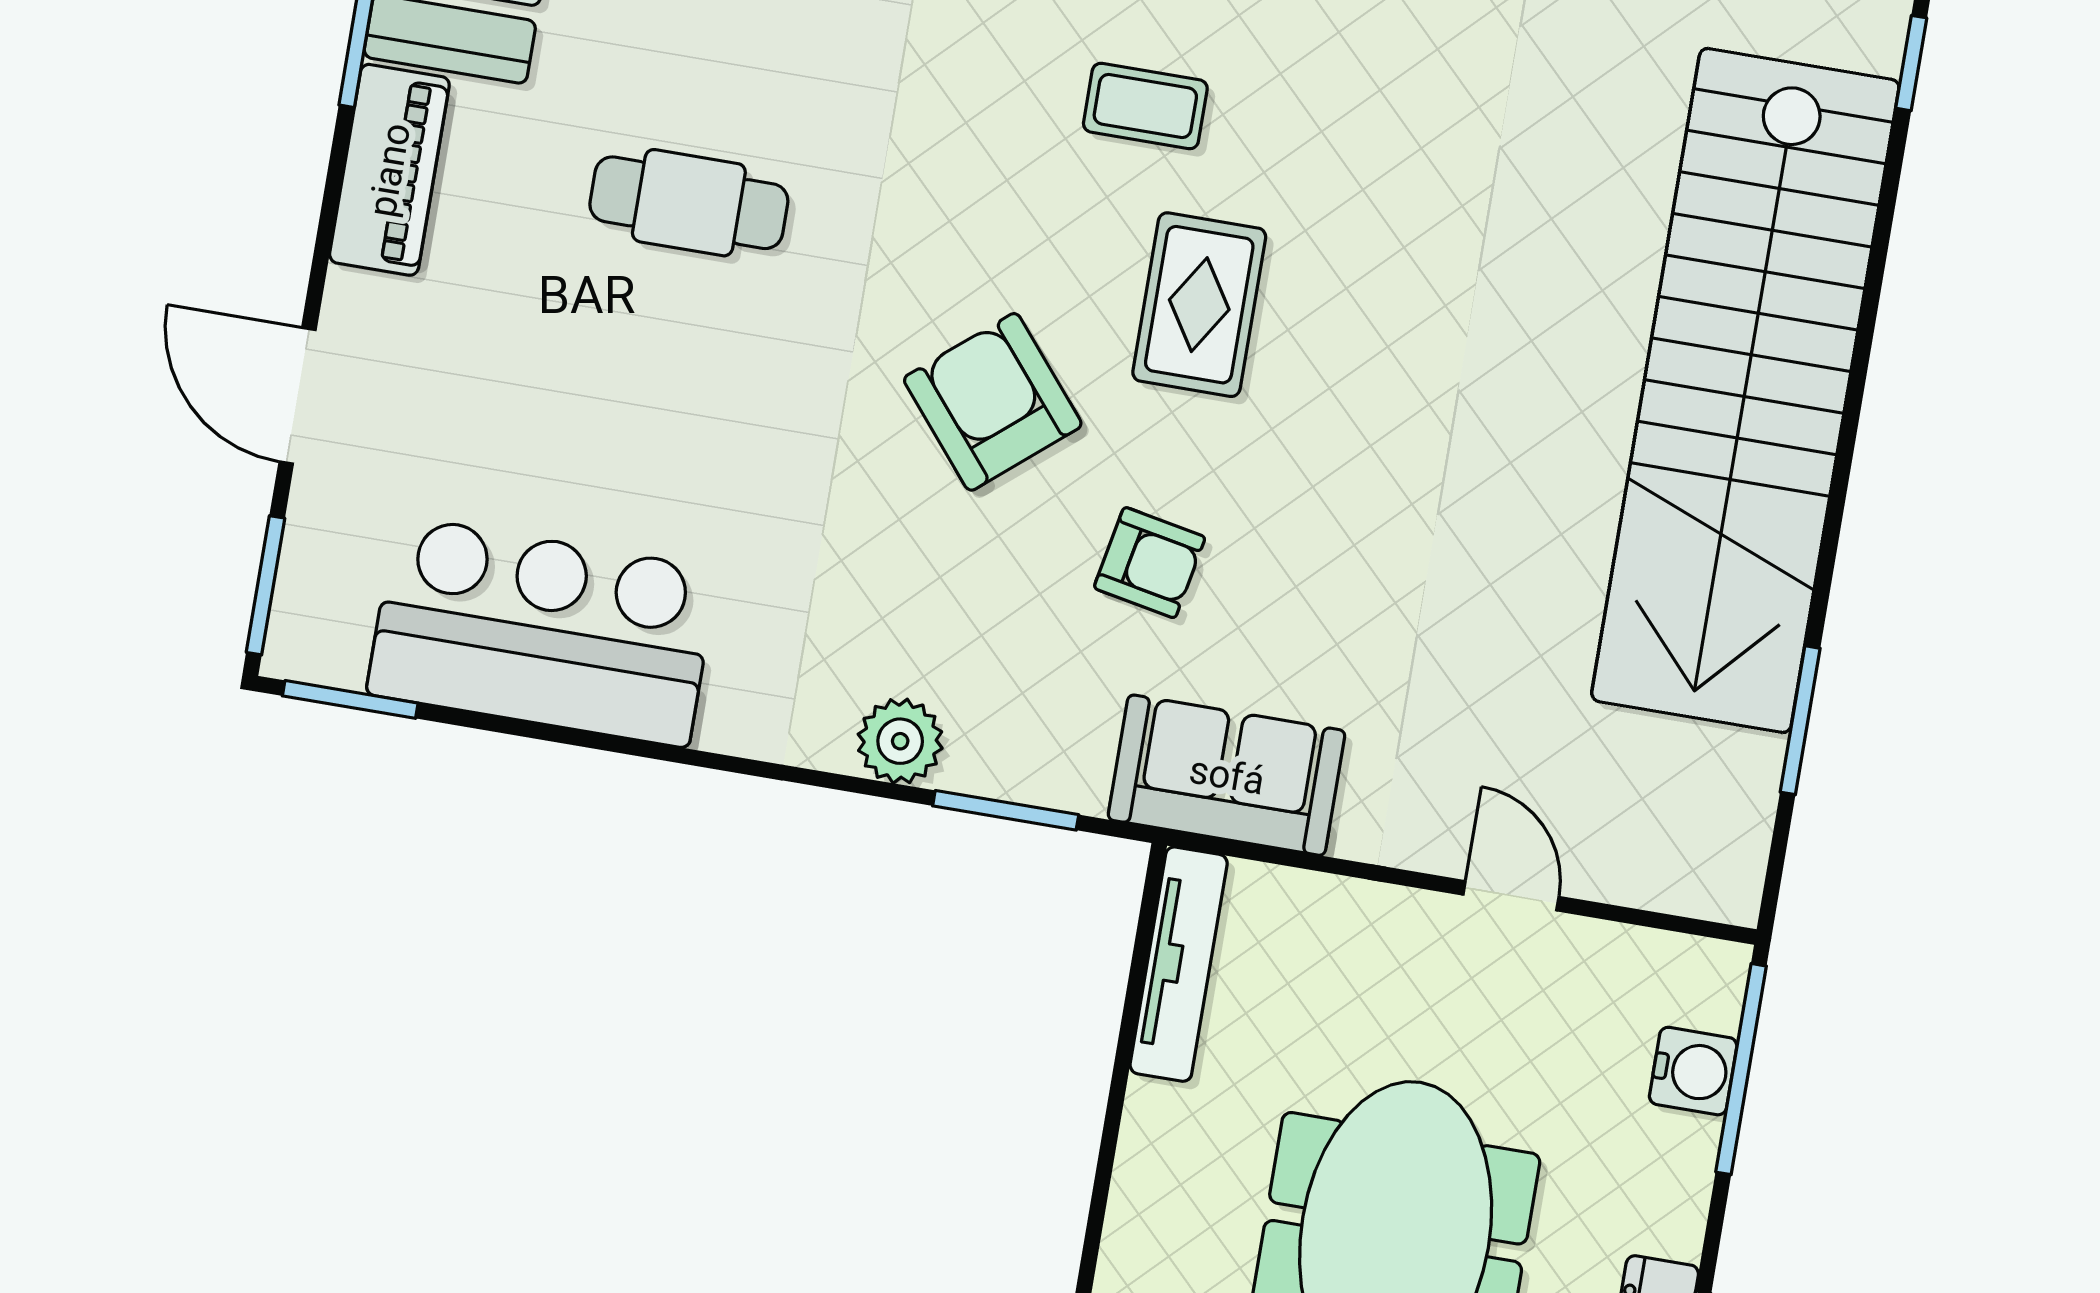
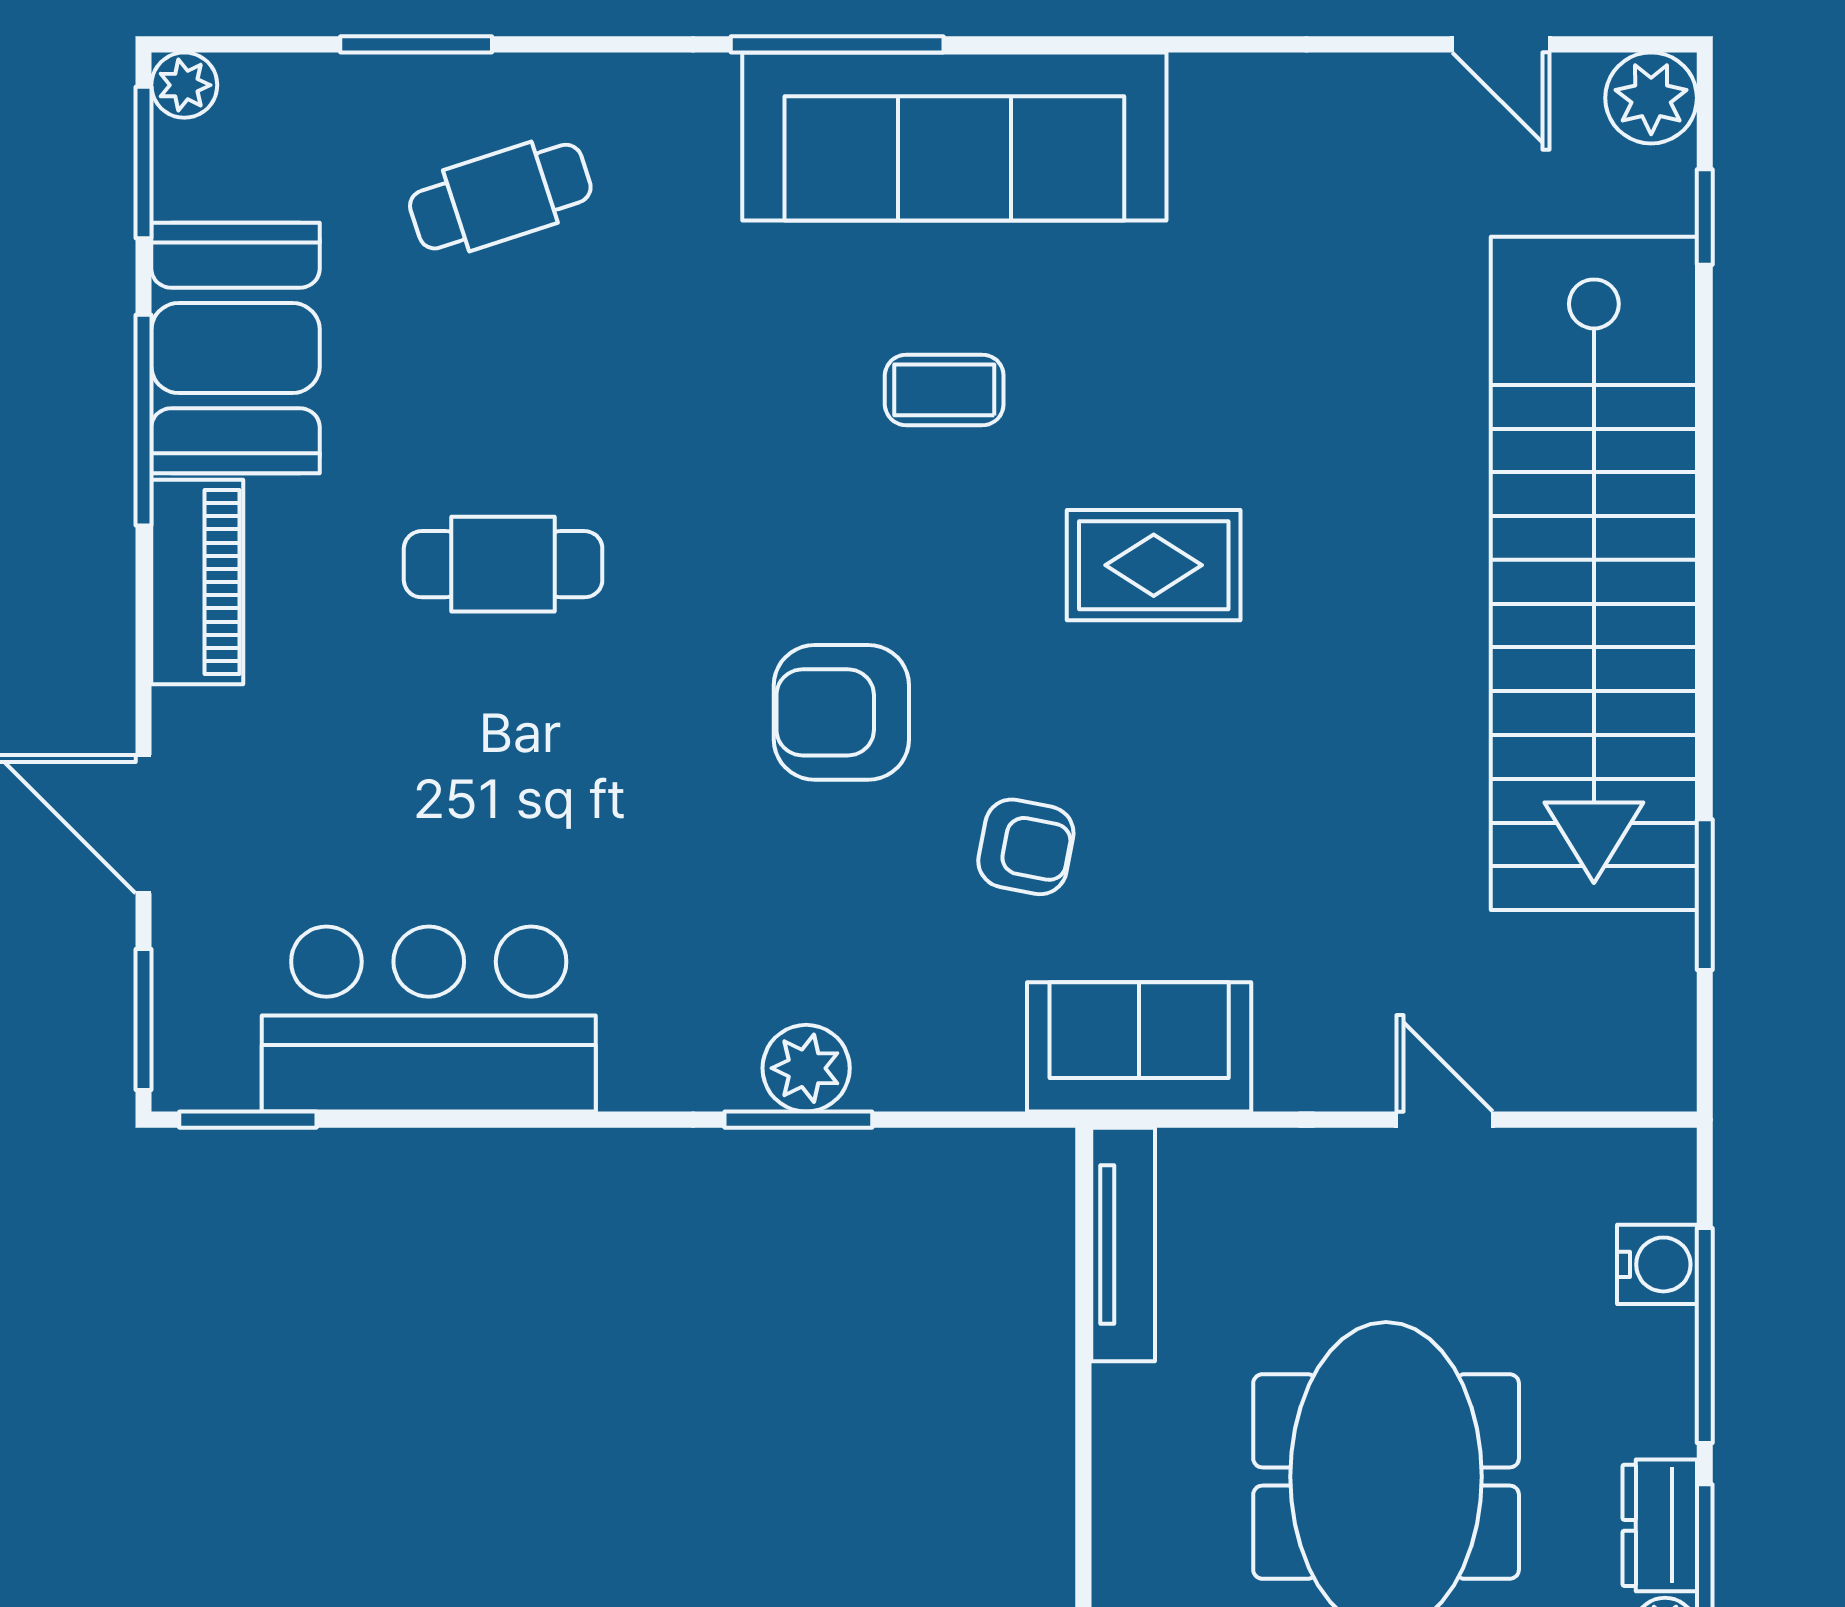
rug: (1199, 305) -> (1154, 565), moved, turned 90
armchair: (993, 402) -> (841, 712), turned -50
window: (1006, 810) -> (798, 1120), moved
window: (1741, 1069) -> (1705, 1335), moved

